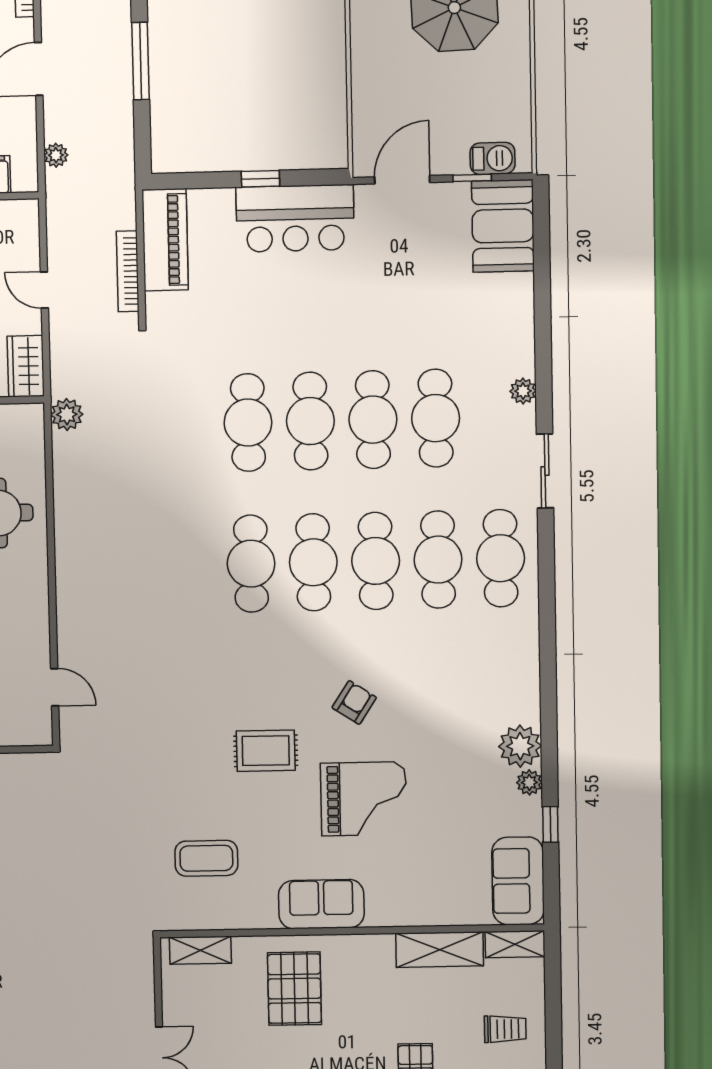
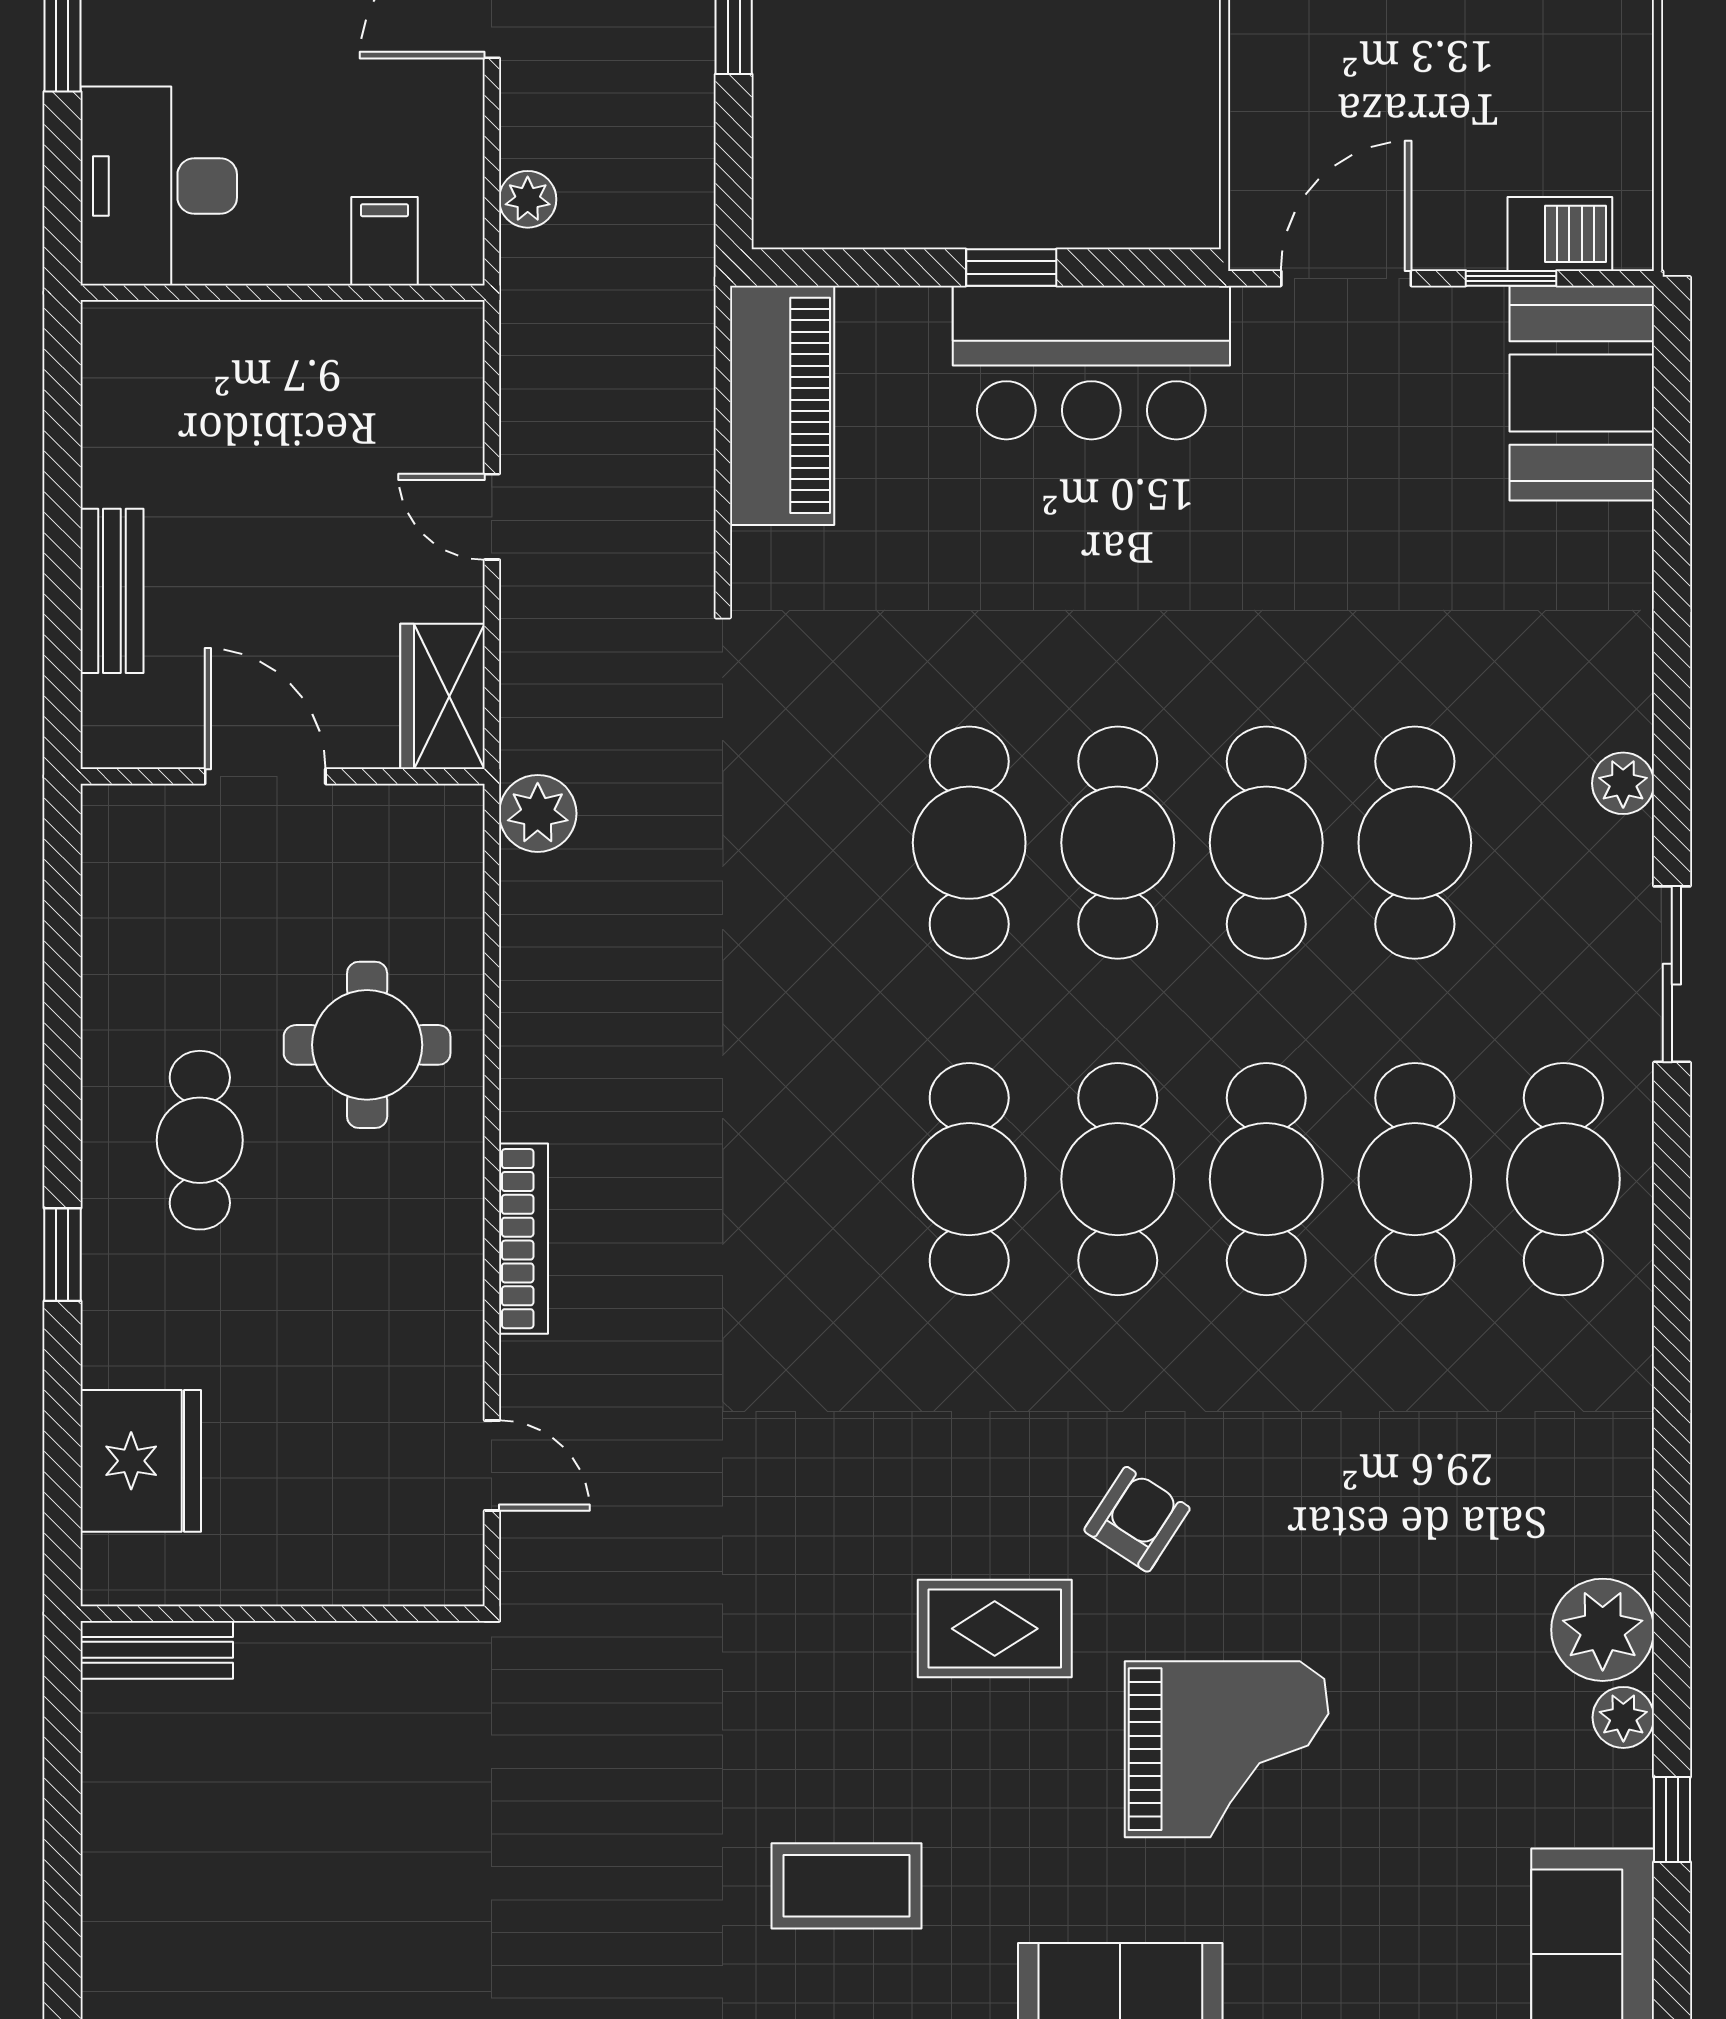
bookcase: (128, 271) -> (524, 1239), moved, turned 180
armchair: (354, 702) -> (1137, 1519), moved

